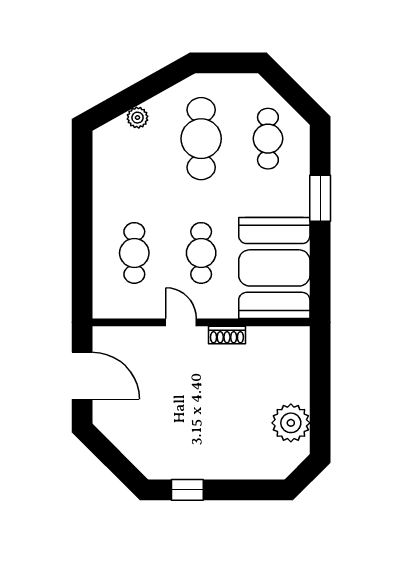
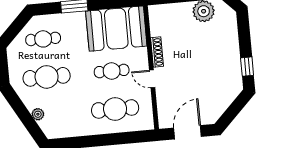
cafe table: (134, 253) -> (115, 109), width x1.37, depth x1.35
door: (181, 322) -> (152, 79), hinge flipped
shoe rack: (227, 335) -> (157, 52), width x1.43

